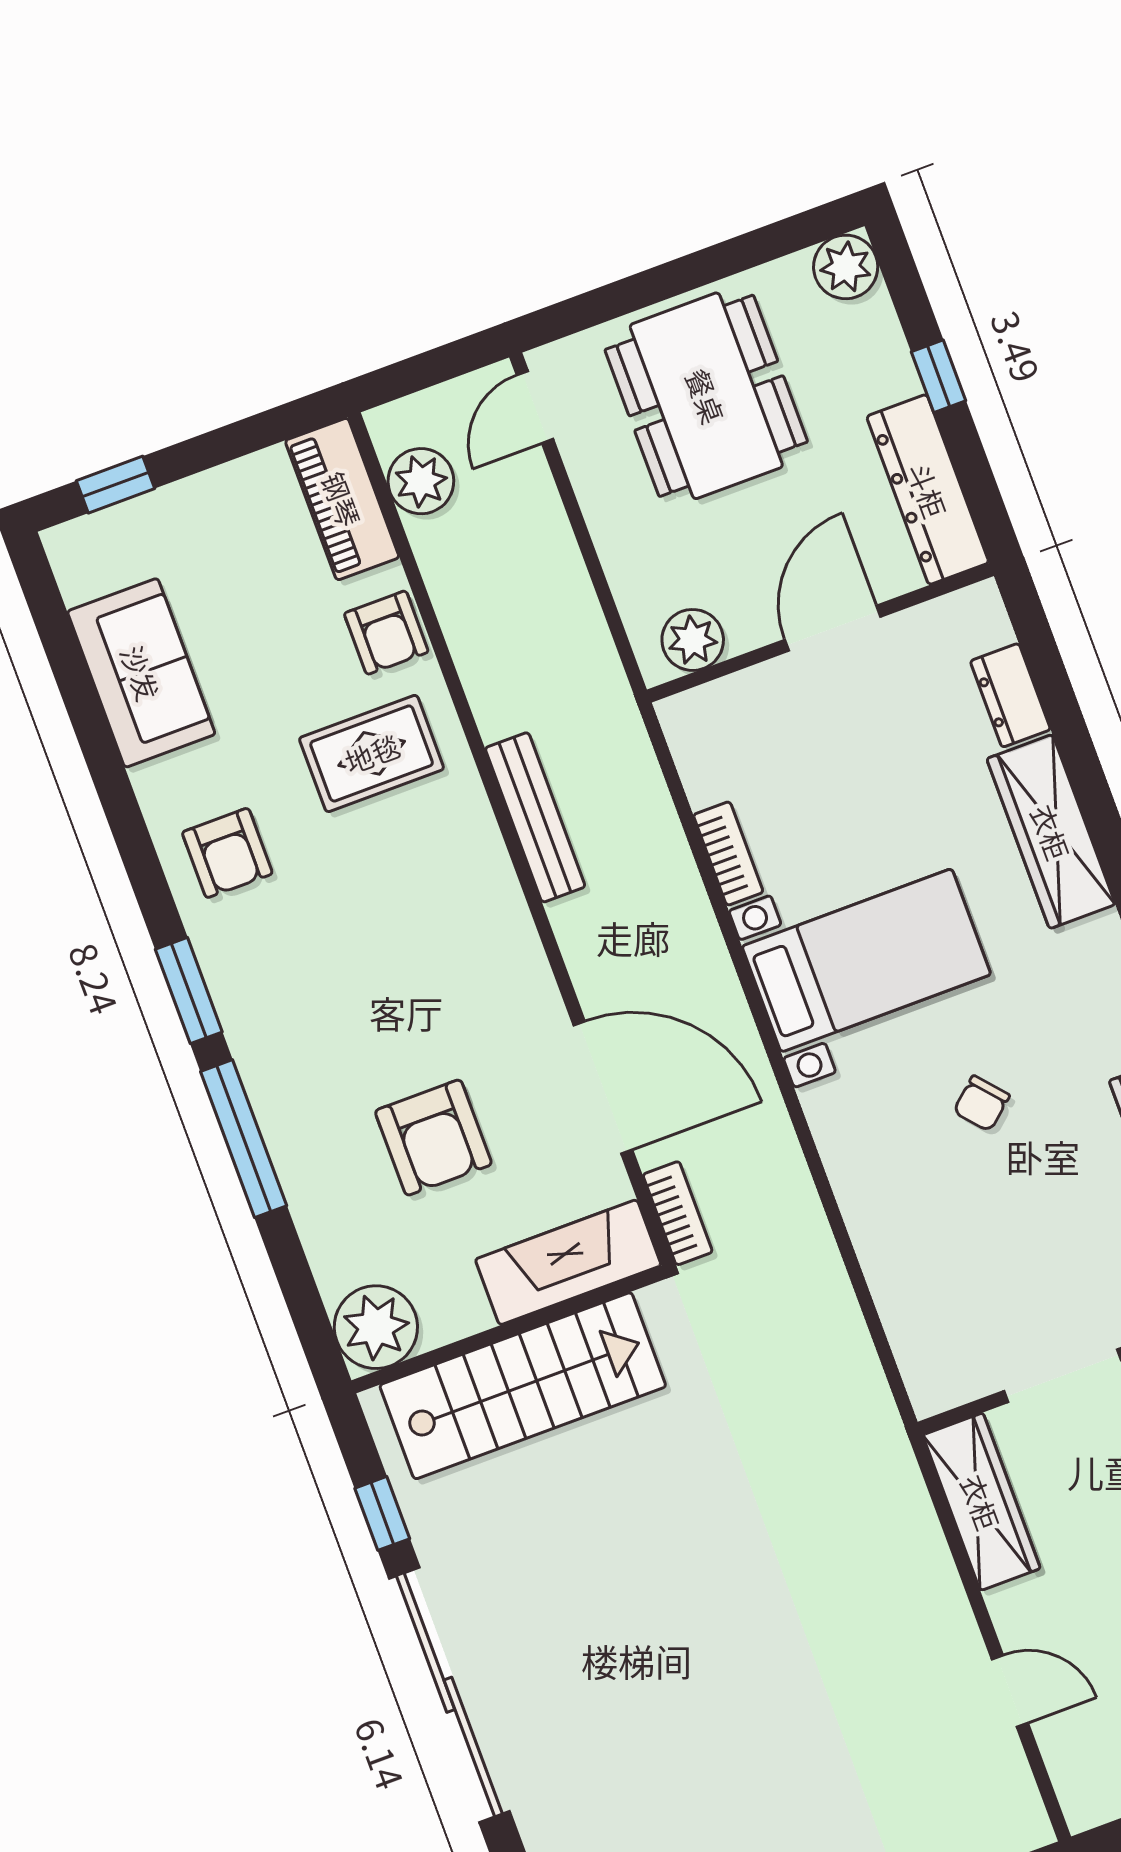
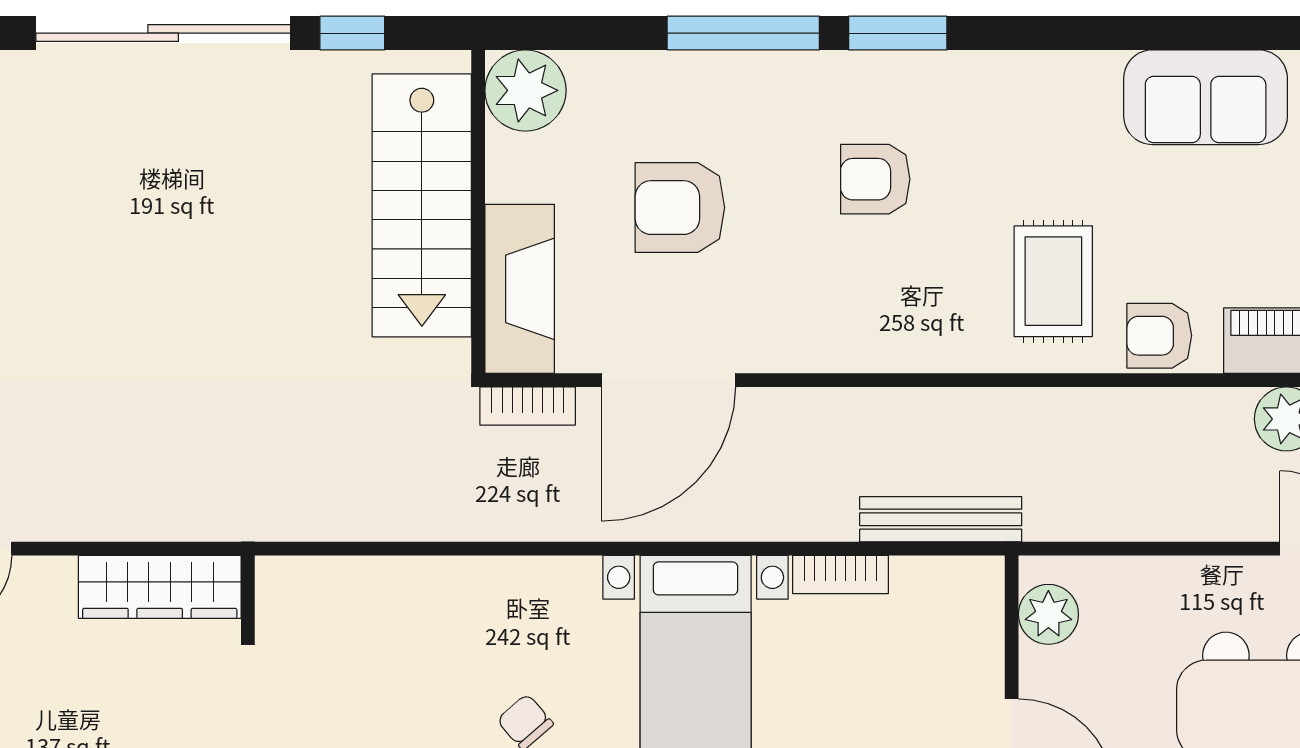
bench: (535, 817) -> (941, 519), moved
armchair: (227, 853) -> (875, 179), moved

